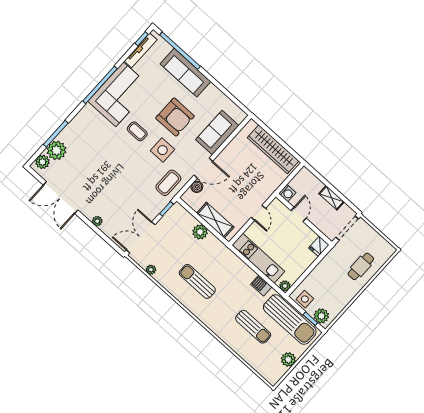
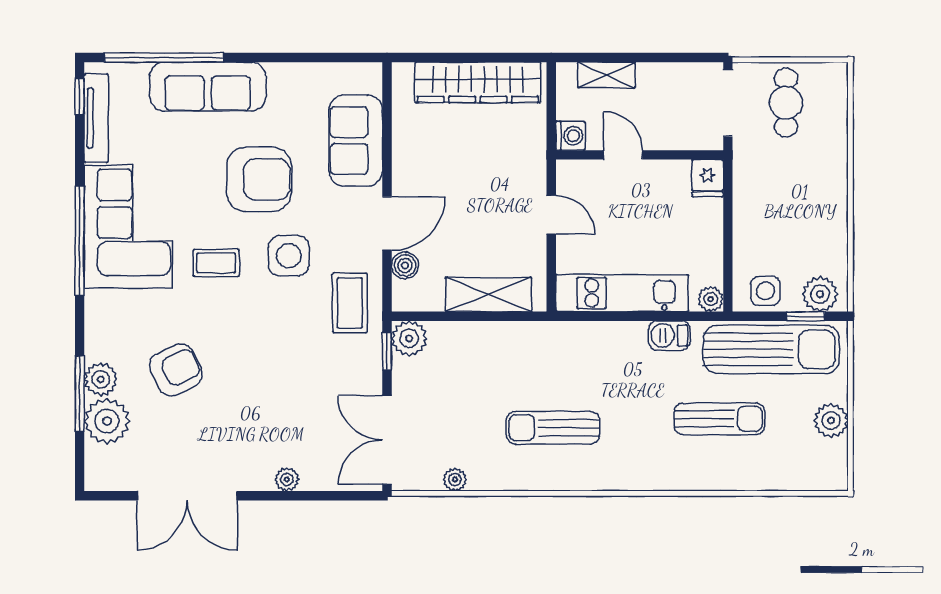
armchair: (93, 154) -> (176, 370), added
plant: (43, 162) -> (101, 379), moved
shelving: (332, 198) -> (606, 75), moved
plant: (200, 232) -> (409, 338), moved
cafe table: (361, 266) -> (786, 103), moved

